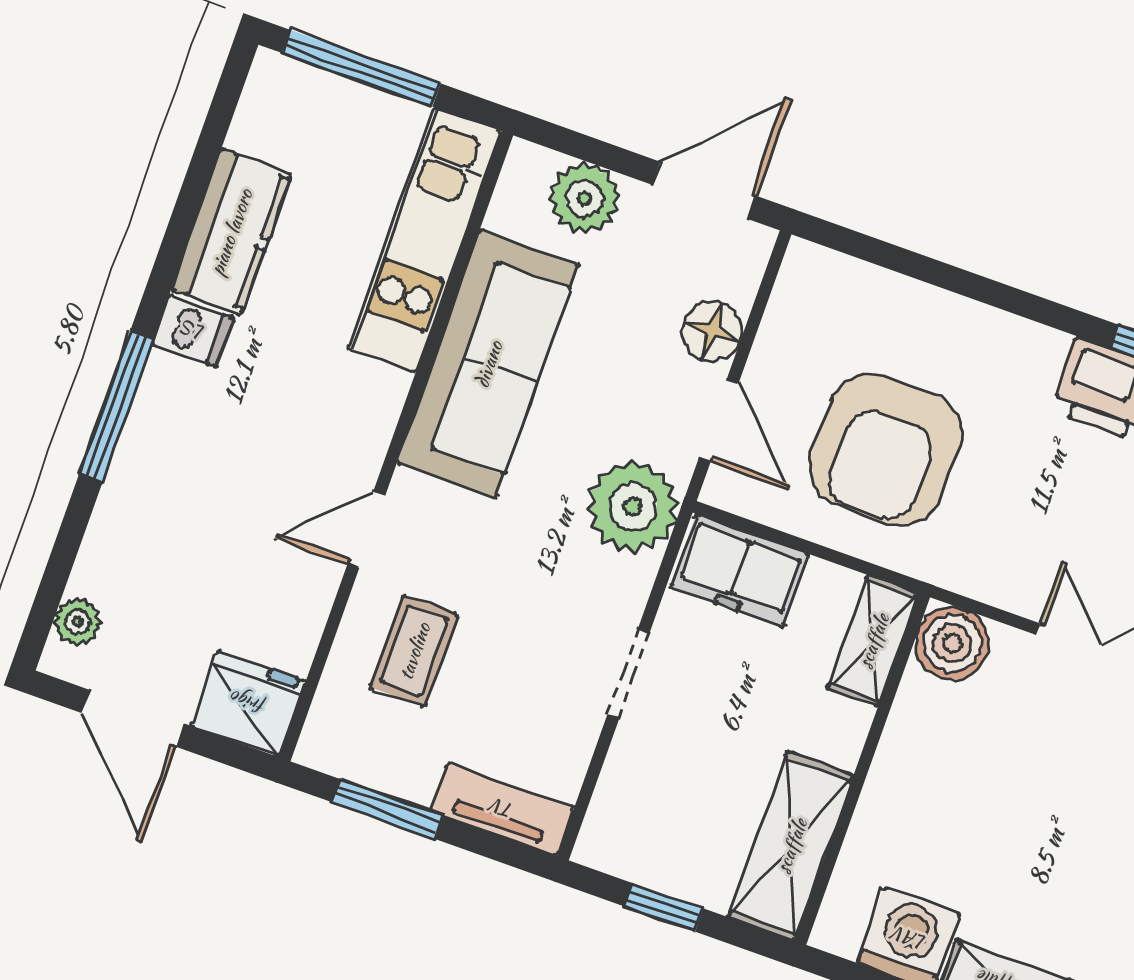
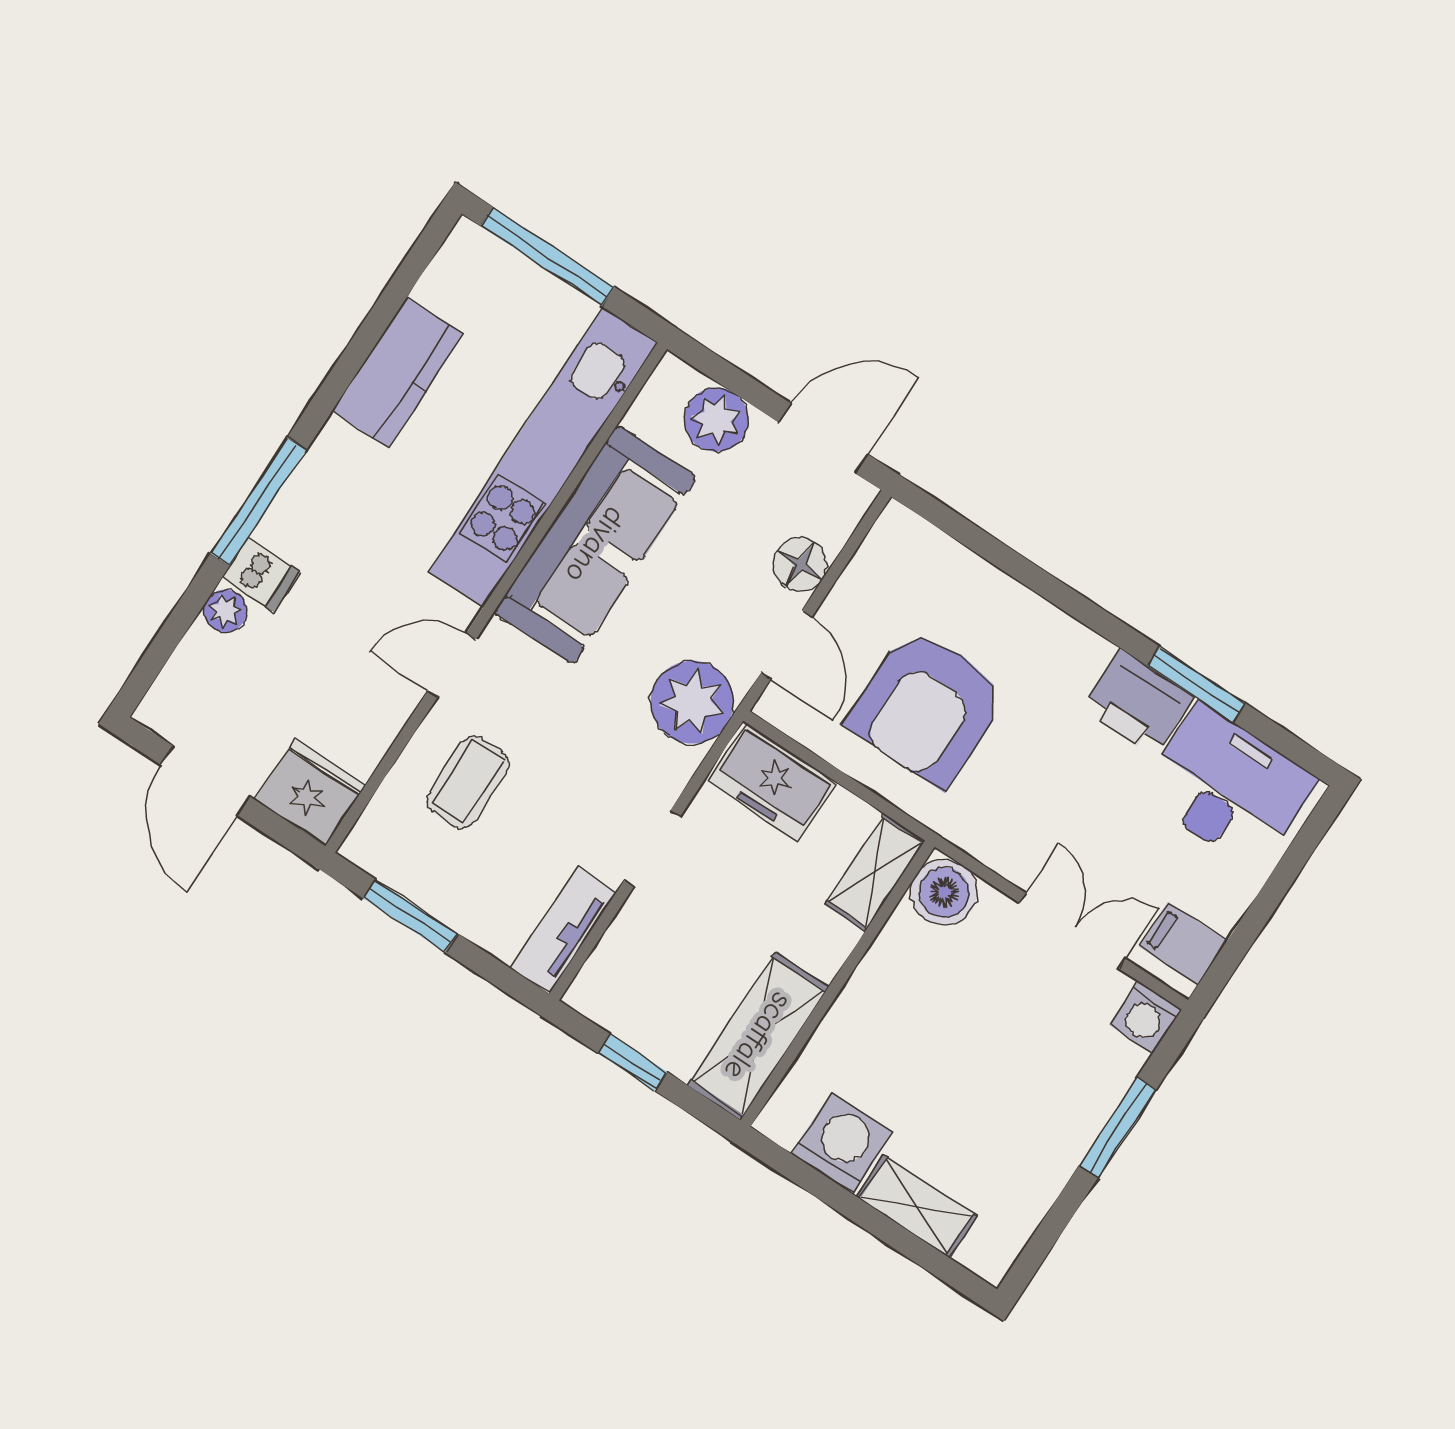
kitchen unit: (425, 240) -> (543, 457), width x1.36
dishwasher: (193, 331) -> (261, 575), moved
plant: (78, 622) -> (225, 611), moved
tv unit: (502, 809) -> (564, 930), moved, turned -90

